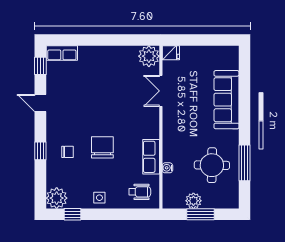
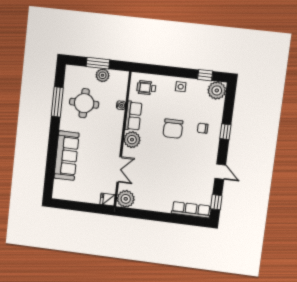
row of seats: (62, 53) -> (191, 210), width x1.48
plant: (150, 128) -> (132, 140), added

